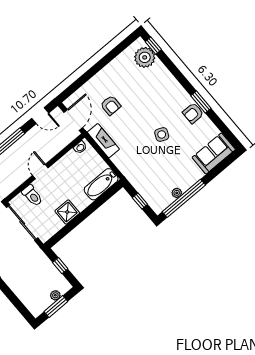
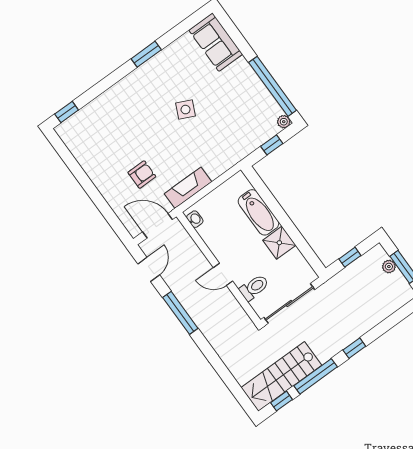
plant: (145, 57) -> (81, 125), removed
armchair: (193, 113) -> (160, 66), removed
bathtub: (101, 184) -> (258, 212), moved
plant: (177, 193) -> (284, 122), moved

